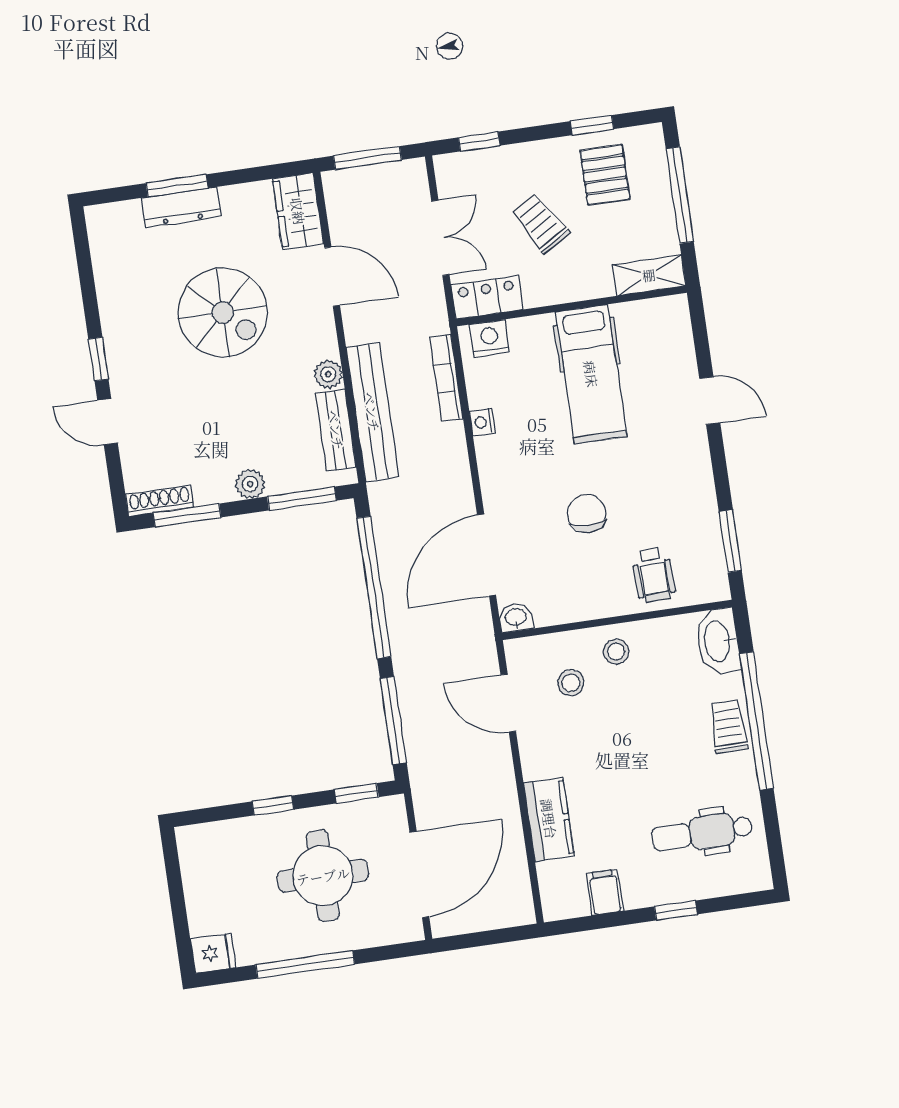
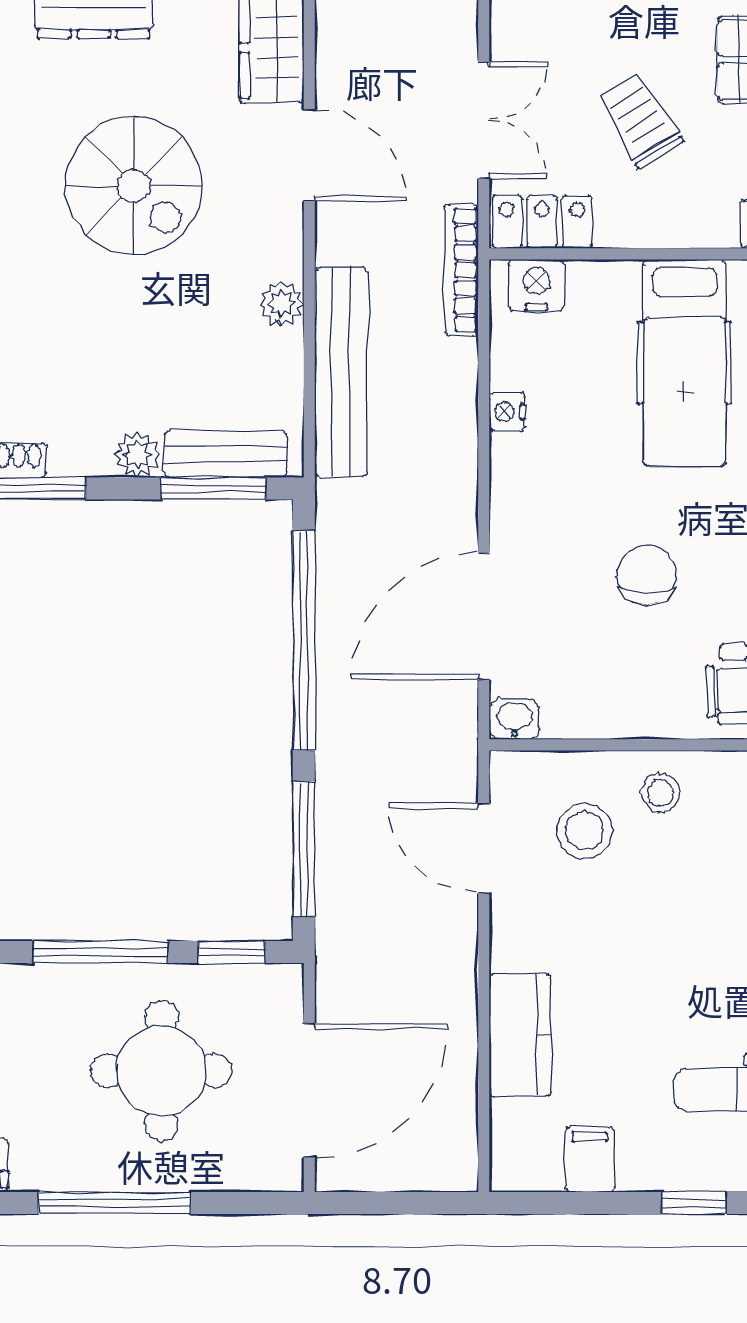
bookcase: (446, 378) -> (462, 270), moved
bench: (336, 430) -> (226, 454), moved, turned 90
stool: (571, 683) -> (584, 831), width x1.37, depth x1.37
window: (273, 805) -> (100, 952), width x2.17

